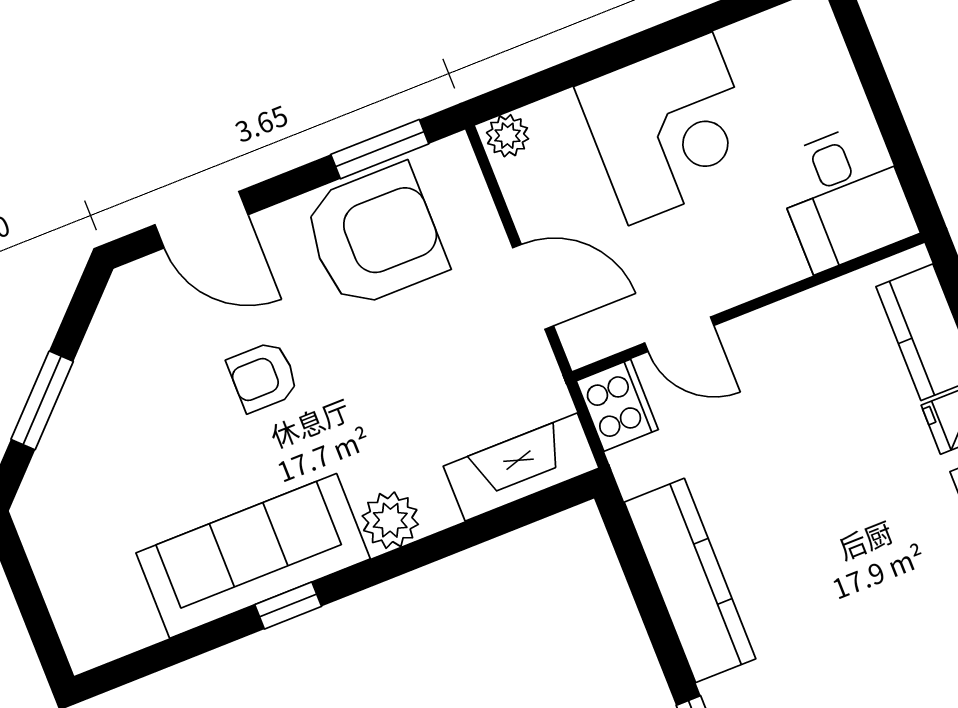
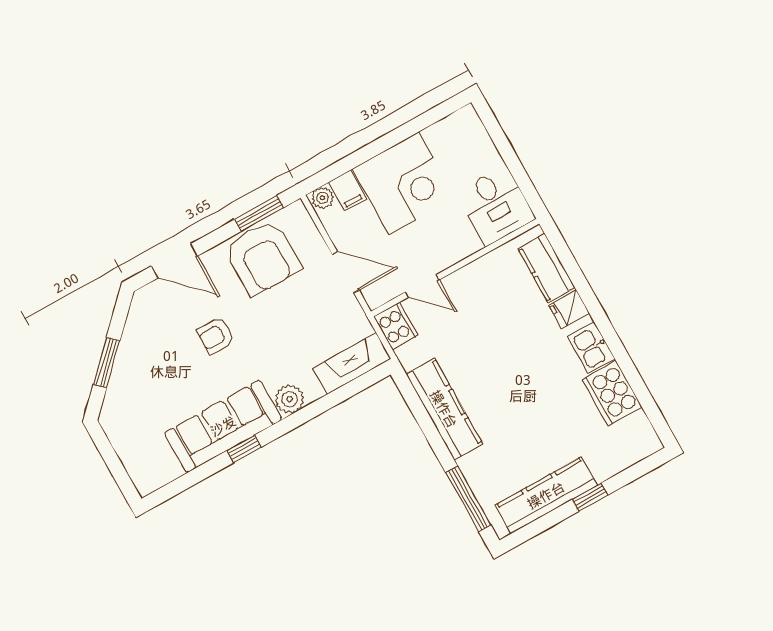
filing cabinet: (559, 128) -> (348, 191), added
armchair: (375, 236) -> (262, 257), turned 90

